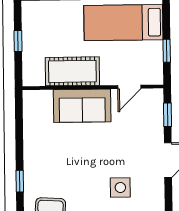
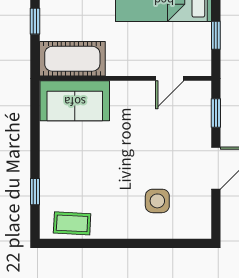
cot: (72, 71) -> (72, 59), moved
sofa: (82, 106) -> (75, 101), moved

